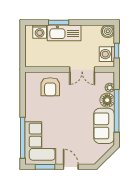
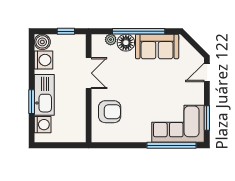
washing machine: (107, 54) -> (44, 60), moved, turned -90
door: (71, 167) -> (207, 72), moved

